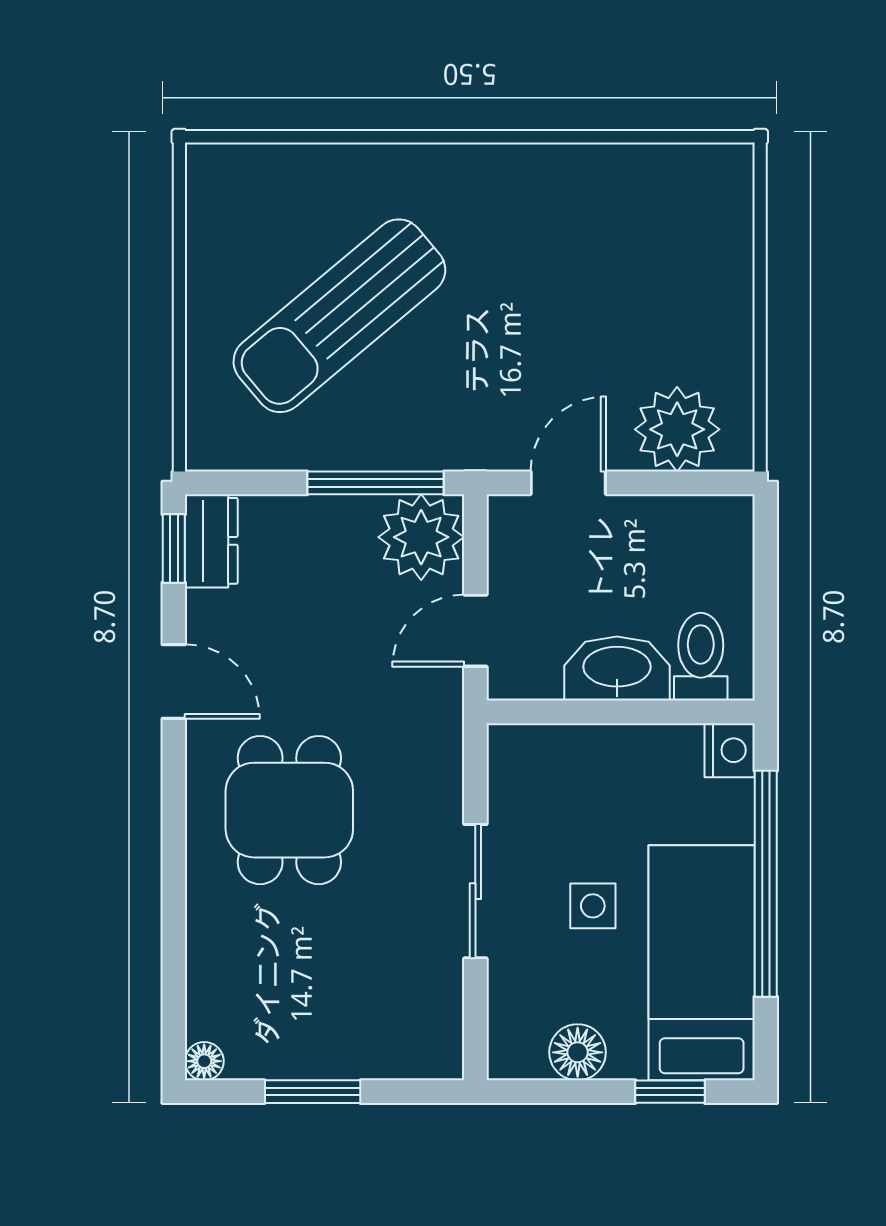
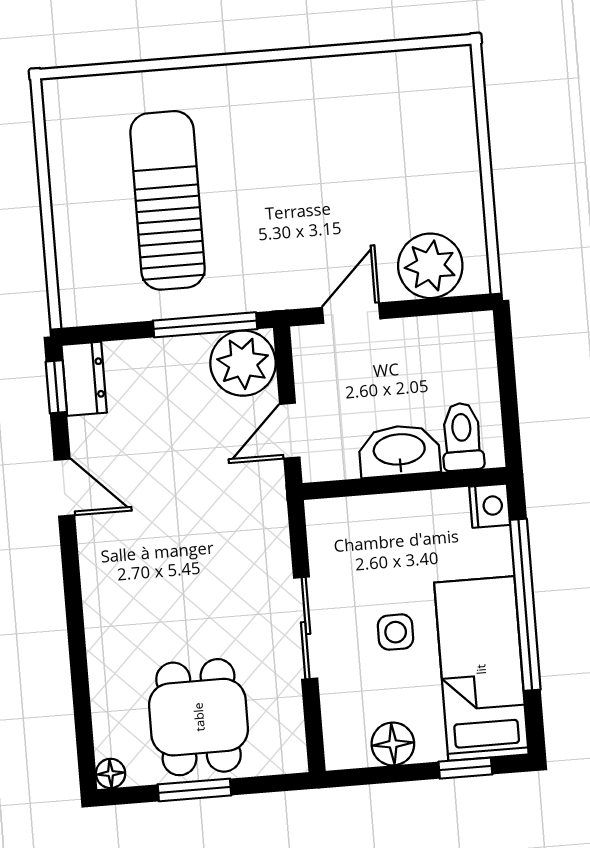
sun lounger: (339, 316) -> (168, 200), turned 130
dining table: (289, 810) -> (199, 717), moved

